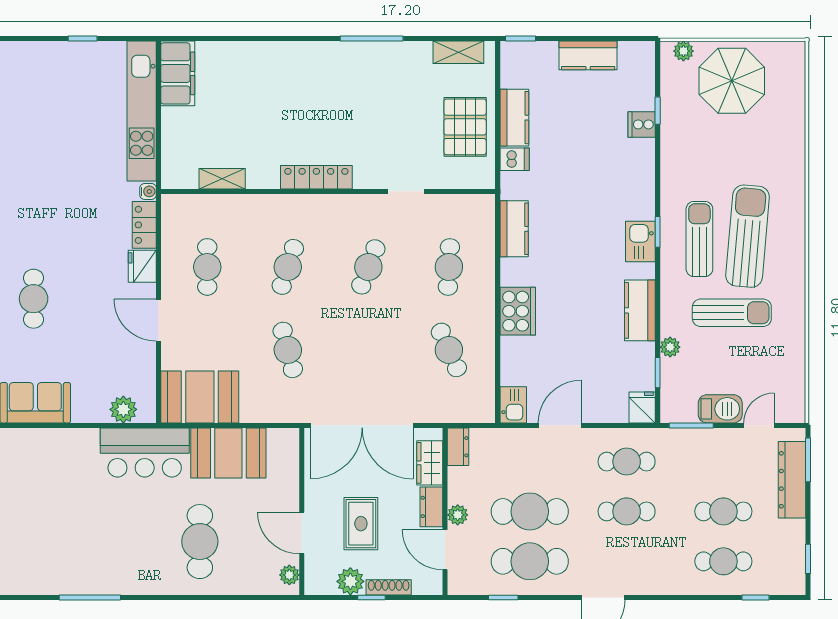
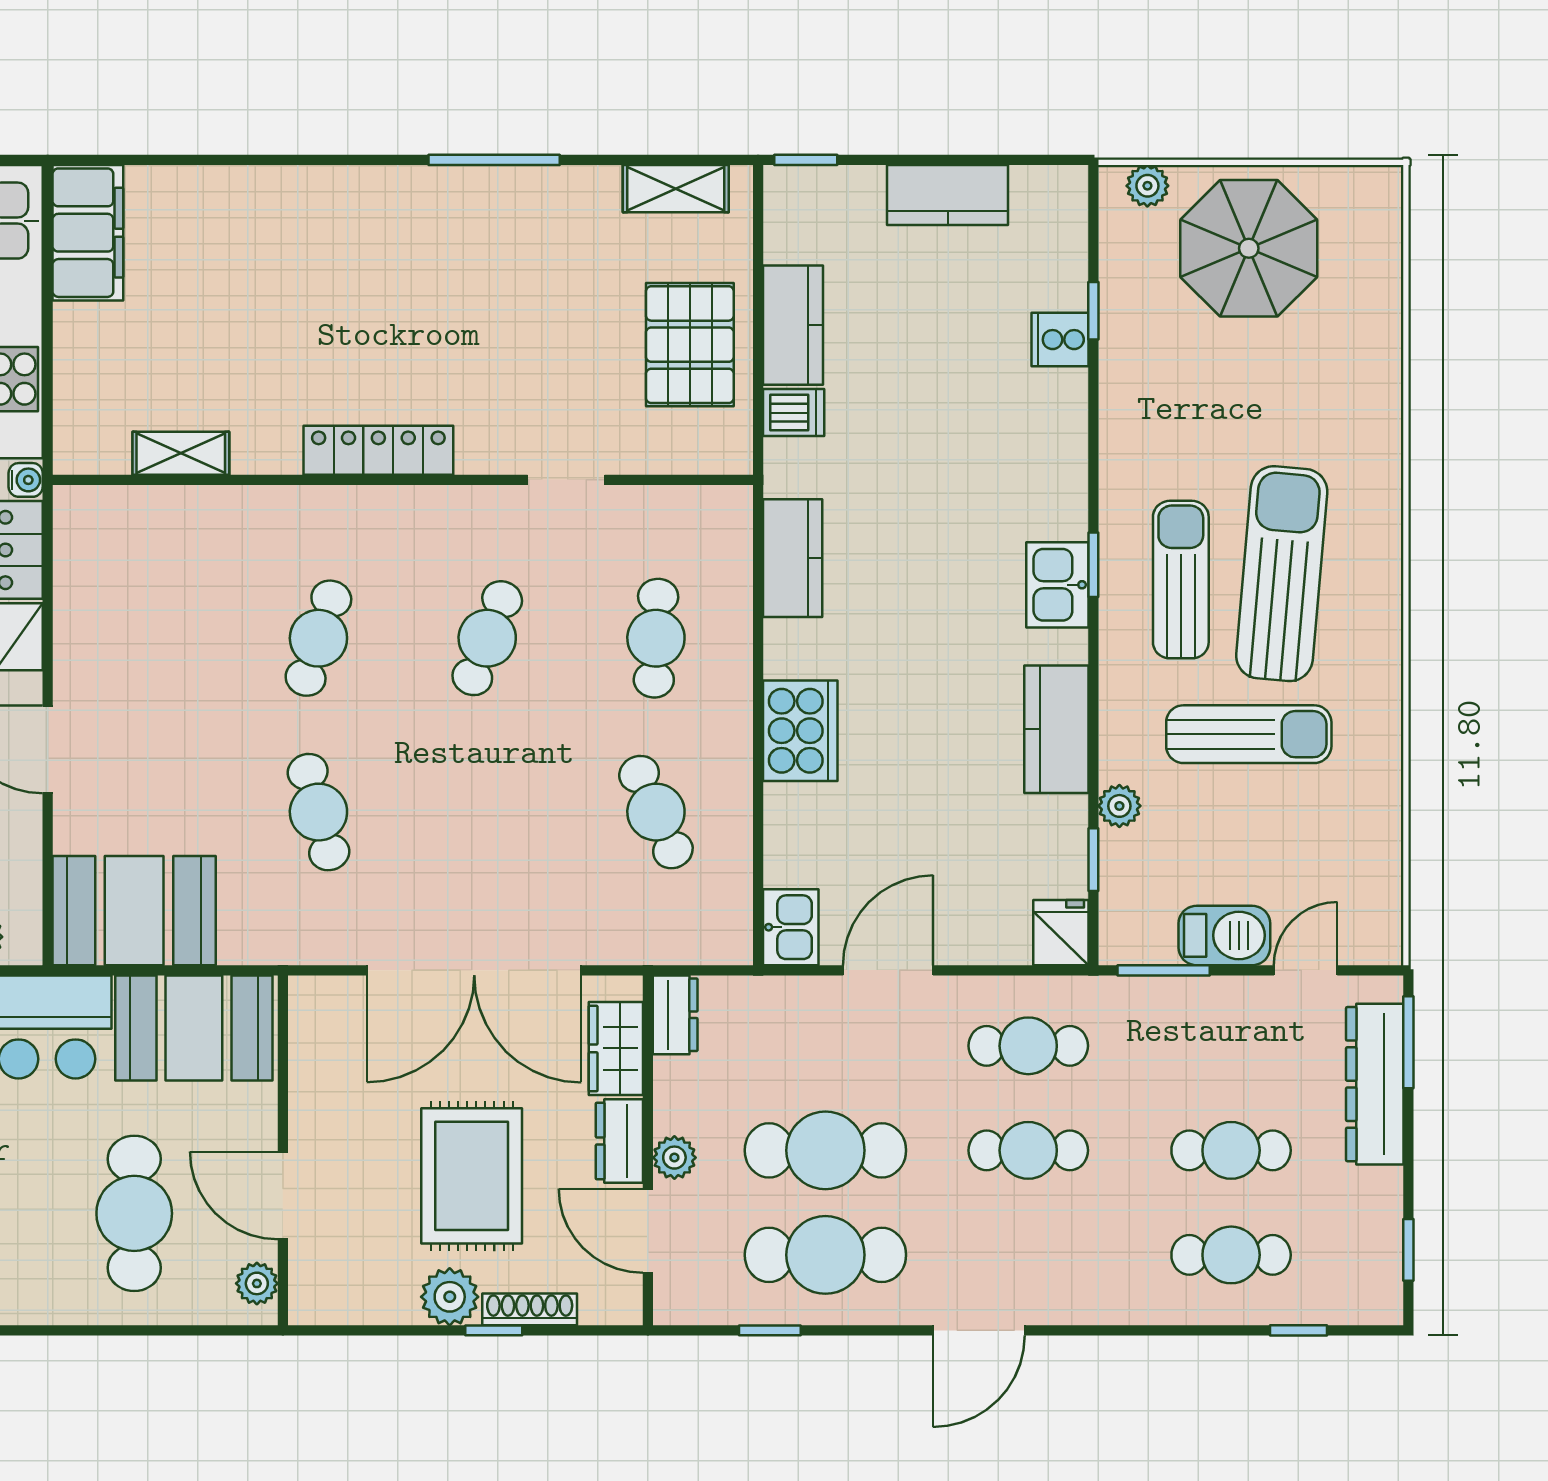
cafe table: (207, 267) -> (150, 638), removed
wall: (302, 511) -> (283, 1150), moved
rug: (361, 524) -> (472, 1176), width x1.36, depth x1.43
door: (302, 533) -> (283, 1196), moved
plant: (289, 575) -> (257, 1283), moved

